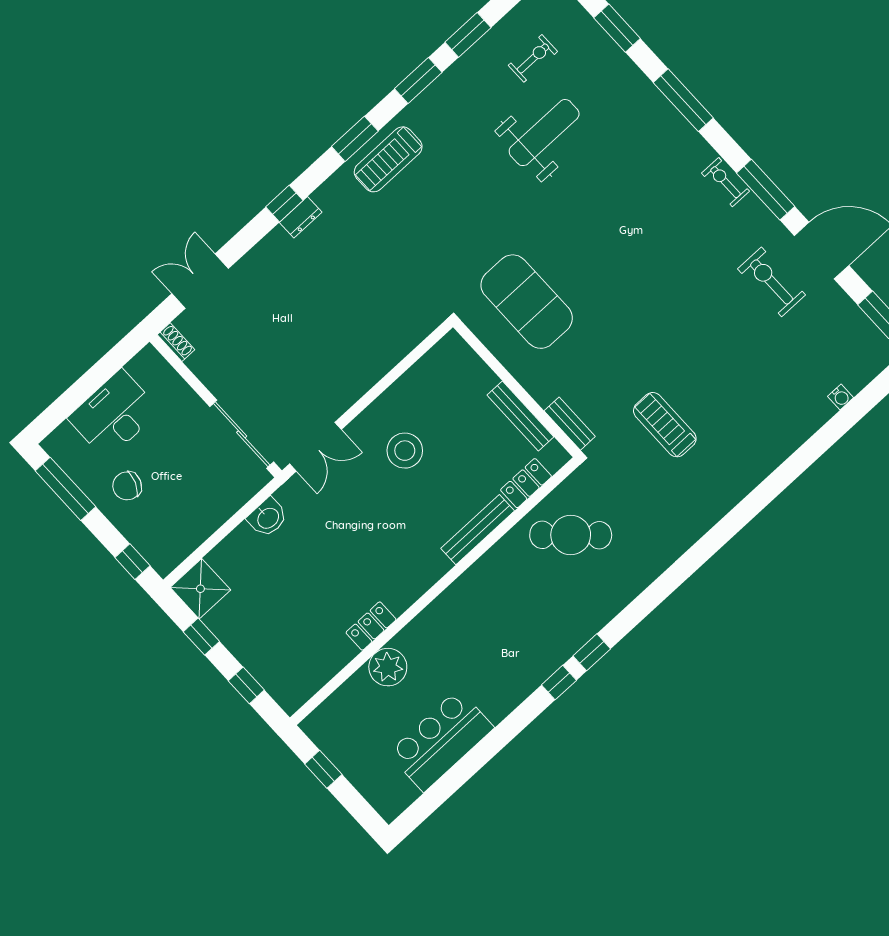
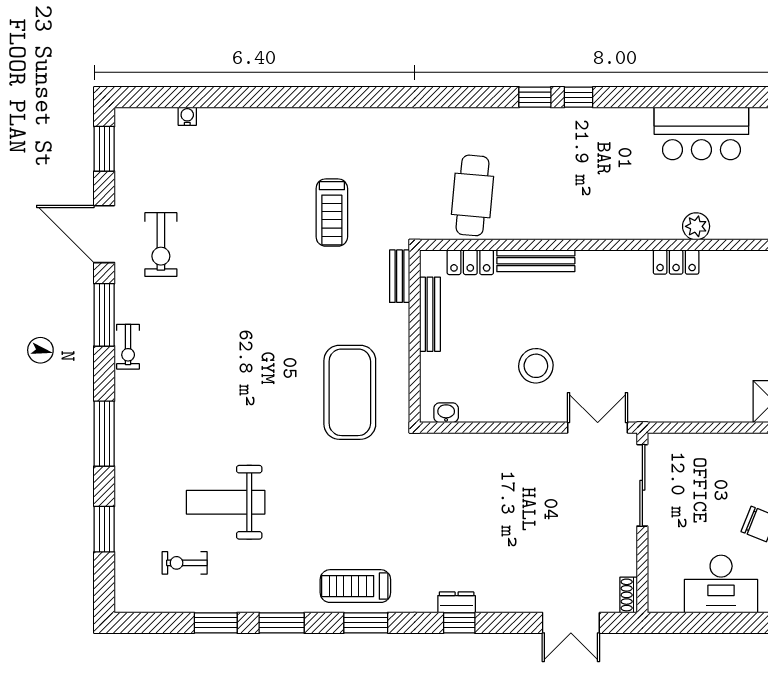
treadmill: (388, 159) -> (355, 586), turned 180
washbasin: (268, 518) -> (446, 413), moved, width x0.72, depth x0.69
cafe table: (571, 535) -> (472, 195), turned 52
plant: (388, 667) -> (696, 226), width x0.73, depth x0.73

